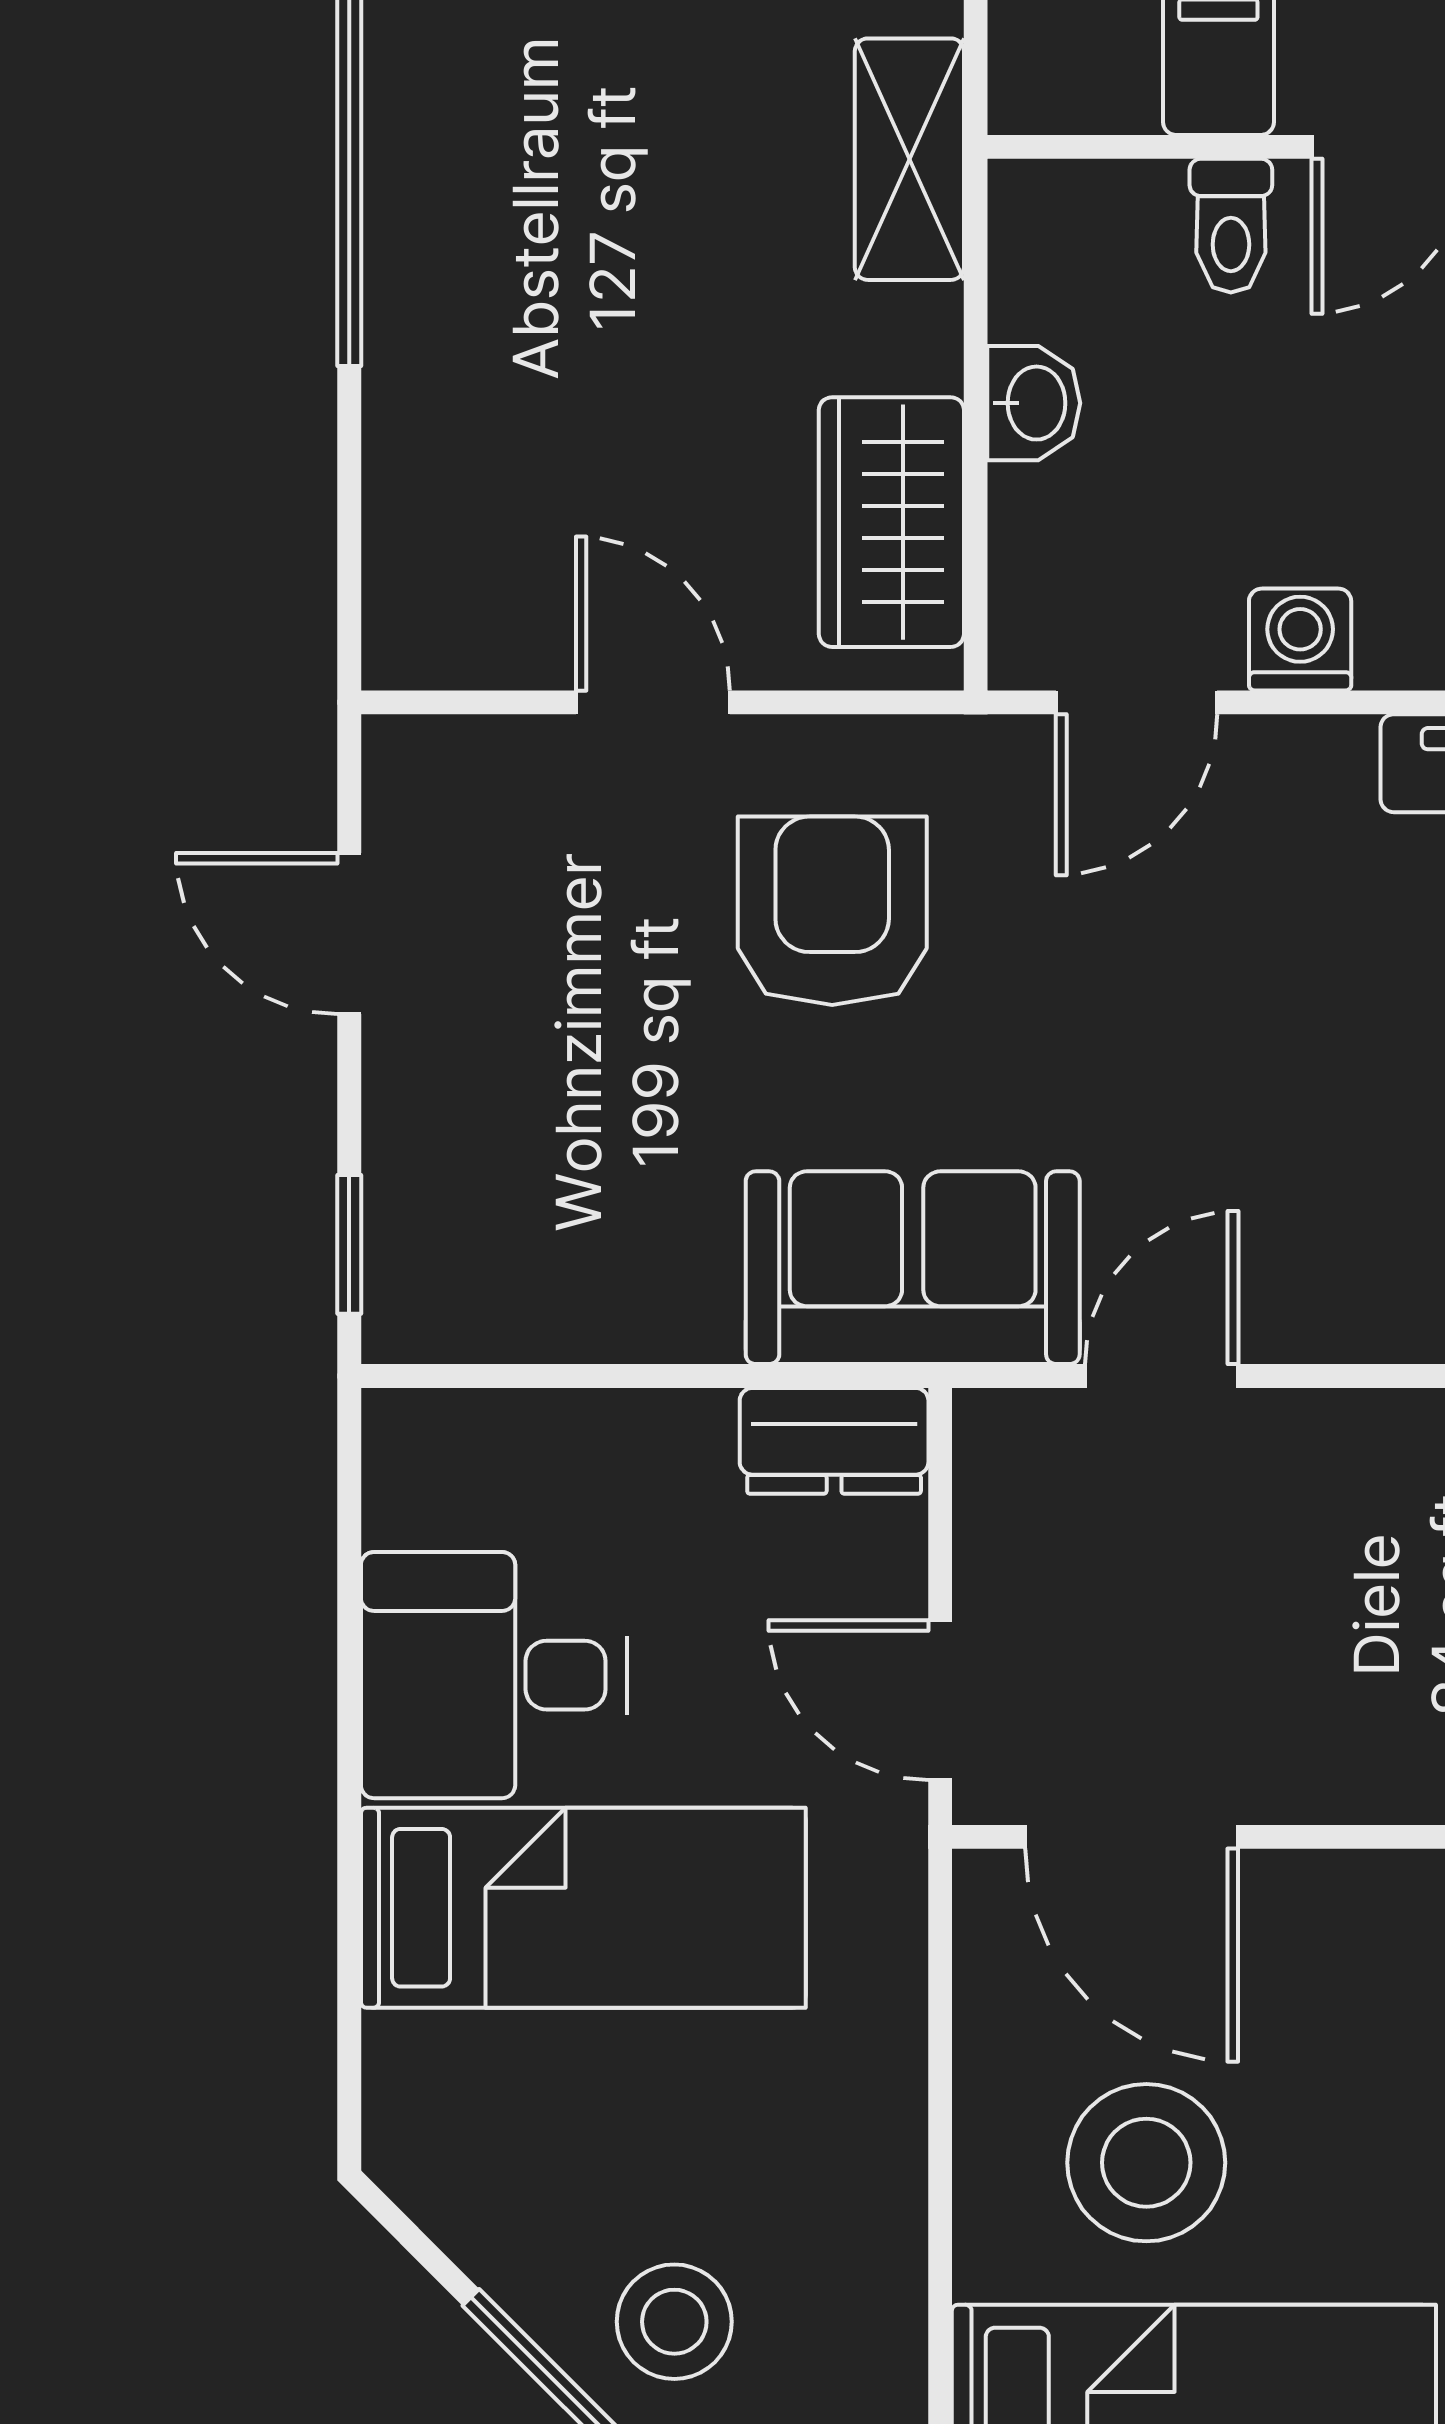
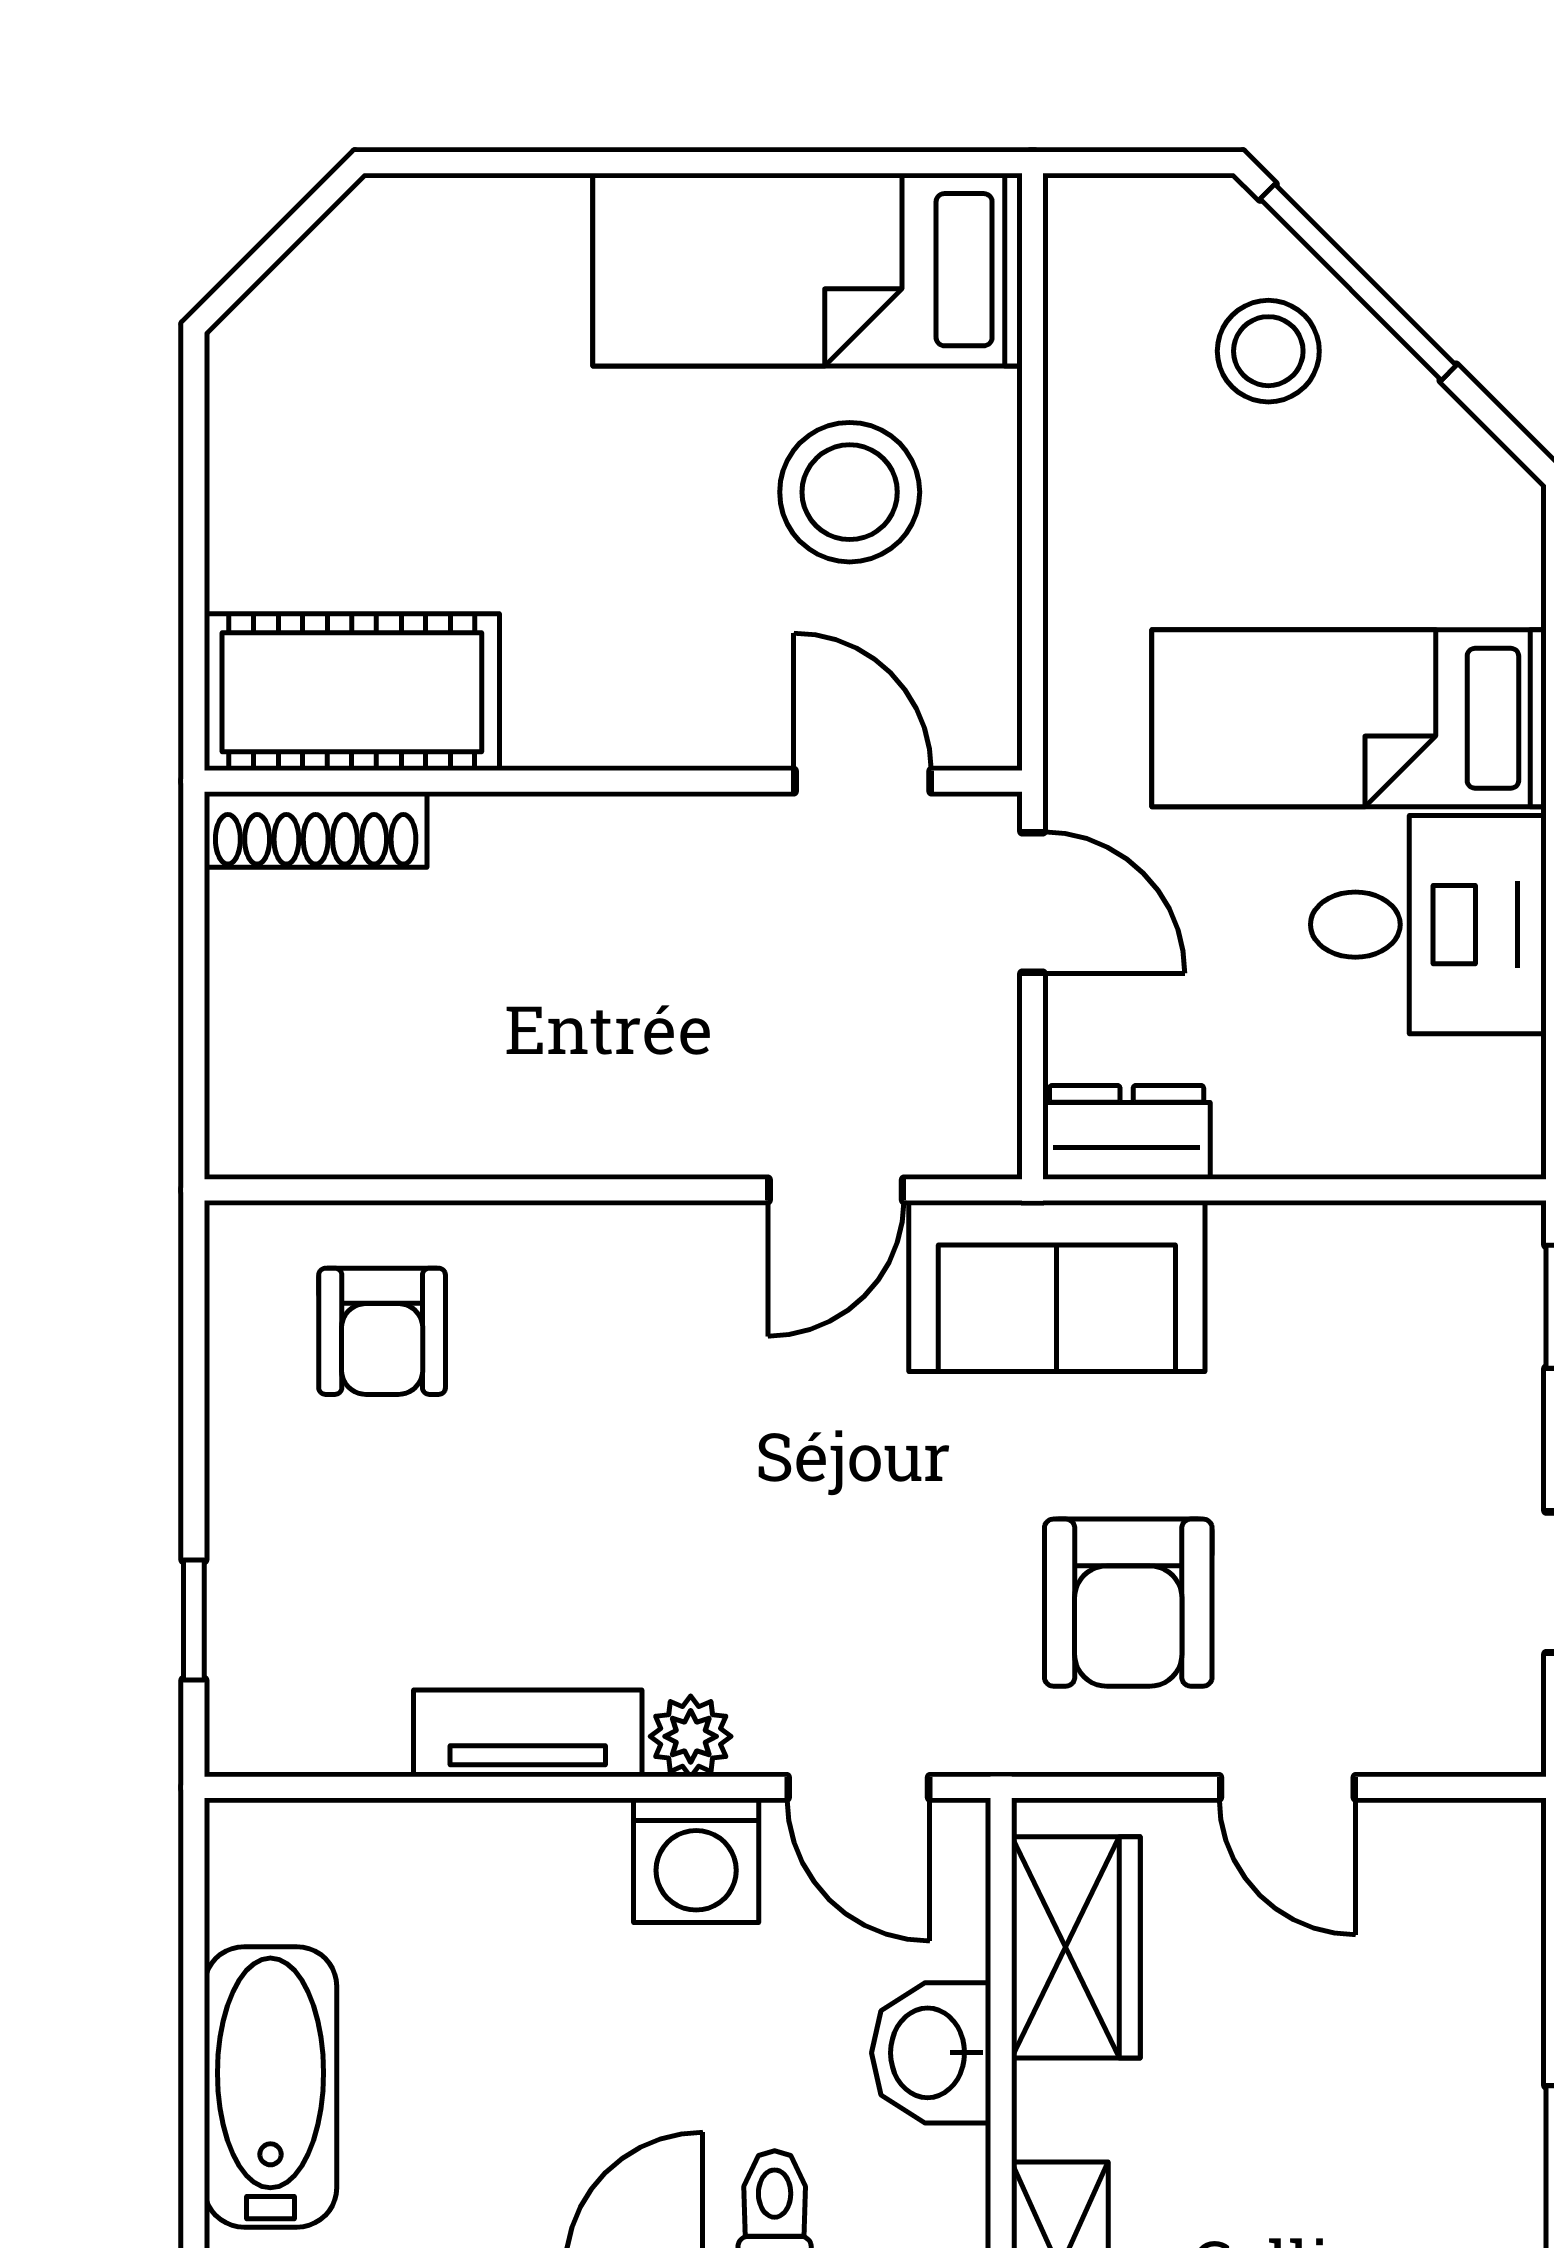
washbasin: (1034, 403) -> (931, 2053), width x1.38, depth x1.45
washing machine: (1300, 639) -> (696, 1860), width x1.38, depth x1.38
door: (1137, 702) -> (858, 1787), swing flipped
plant: (1326, 760) -> (691, 1736), added
door: (1132, 1837) -> (863, 781), width x0.73

